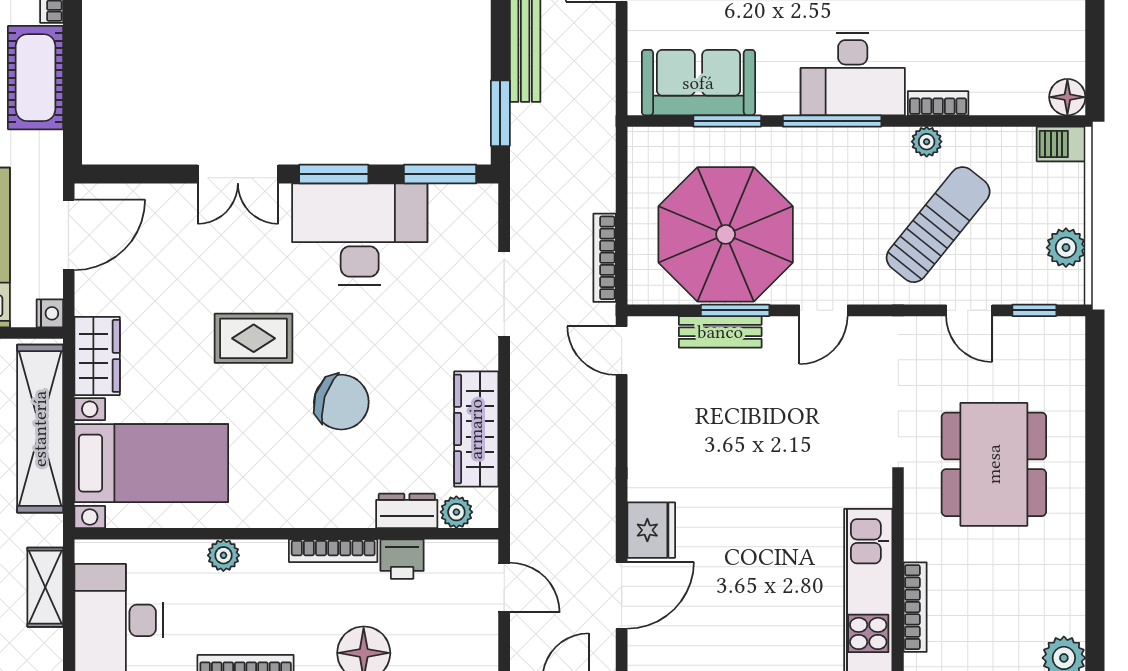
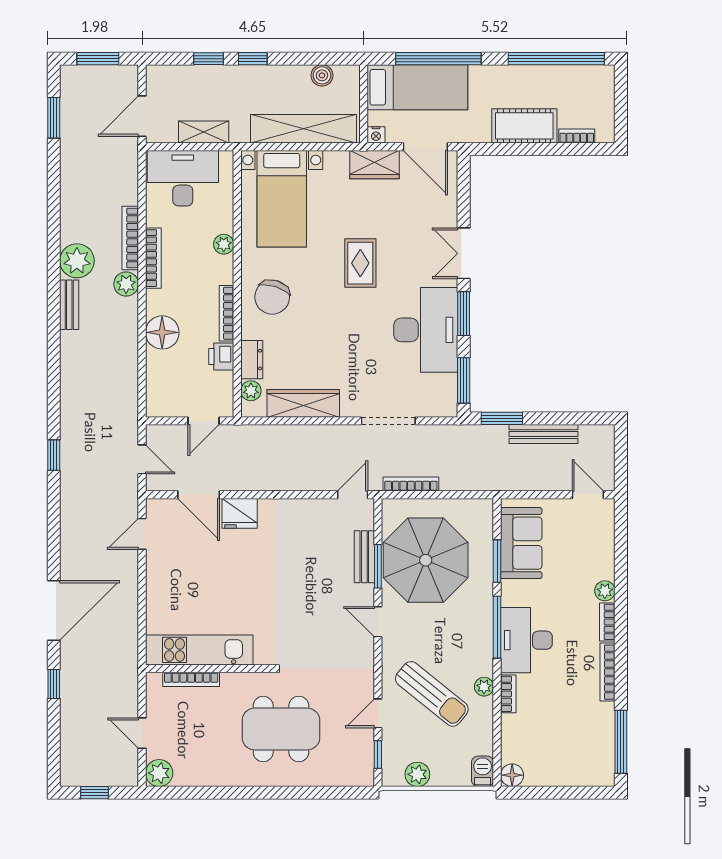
wardrobe: (97, 356) -> (375, 165), moved
chair: (341, 402) -> (272, 297), moved

